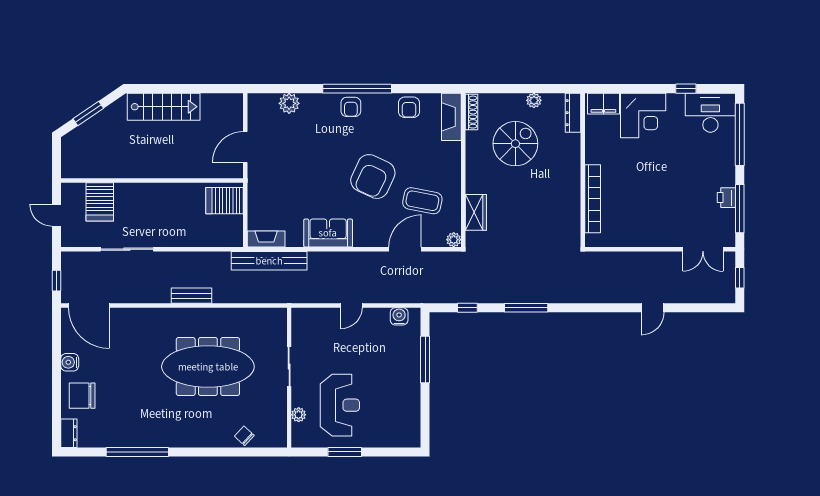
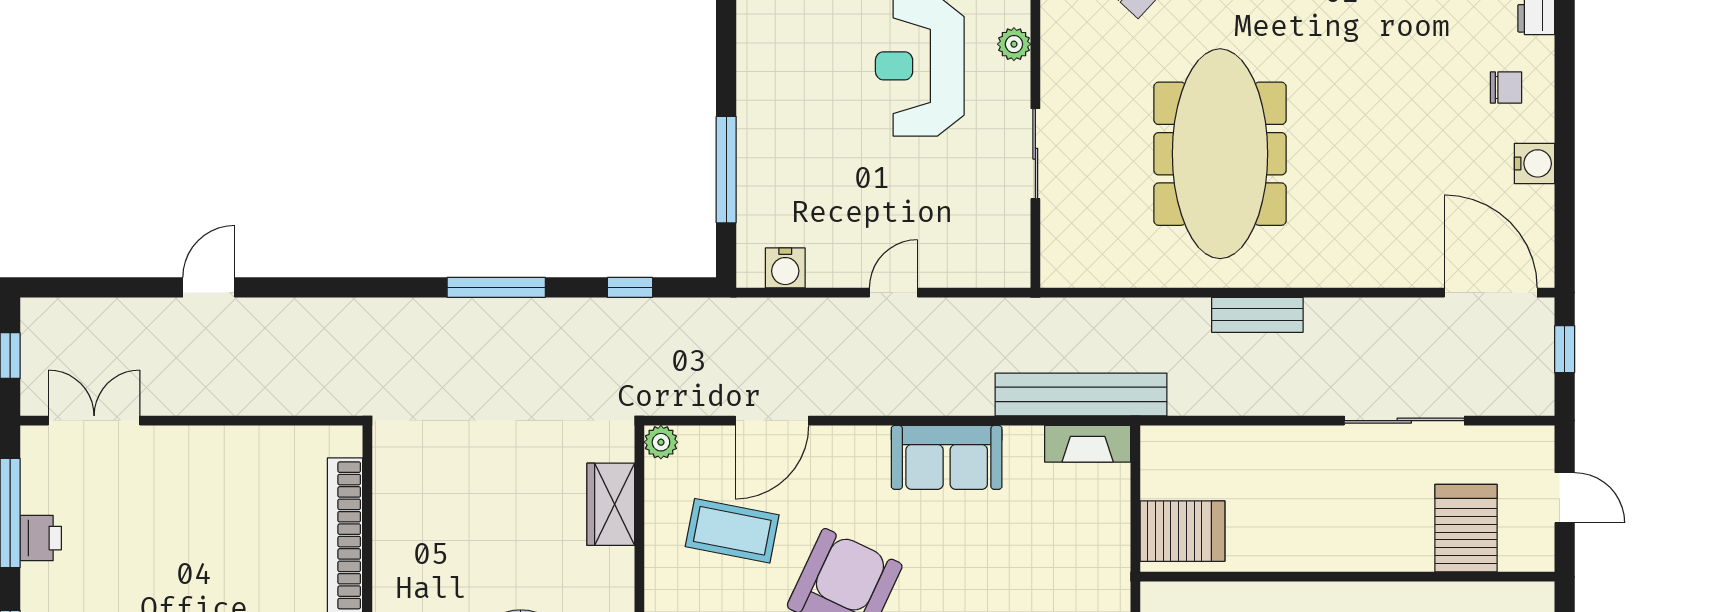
meeting table: (208, 367) -> (1220, 154), turned 90
chair: (82, 396) -> (1506, 88), width x0.54, depth x0.54

